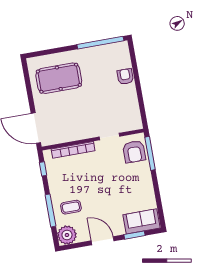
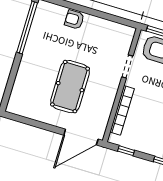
pool table: (59, 78) -> (70, 87), moved

